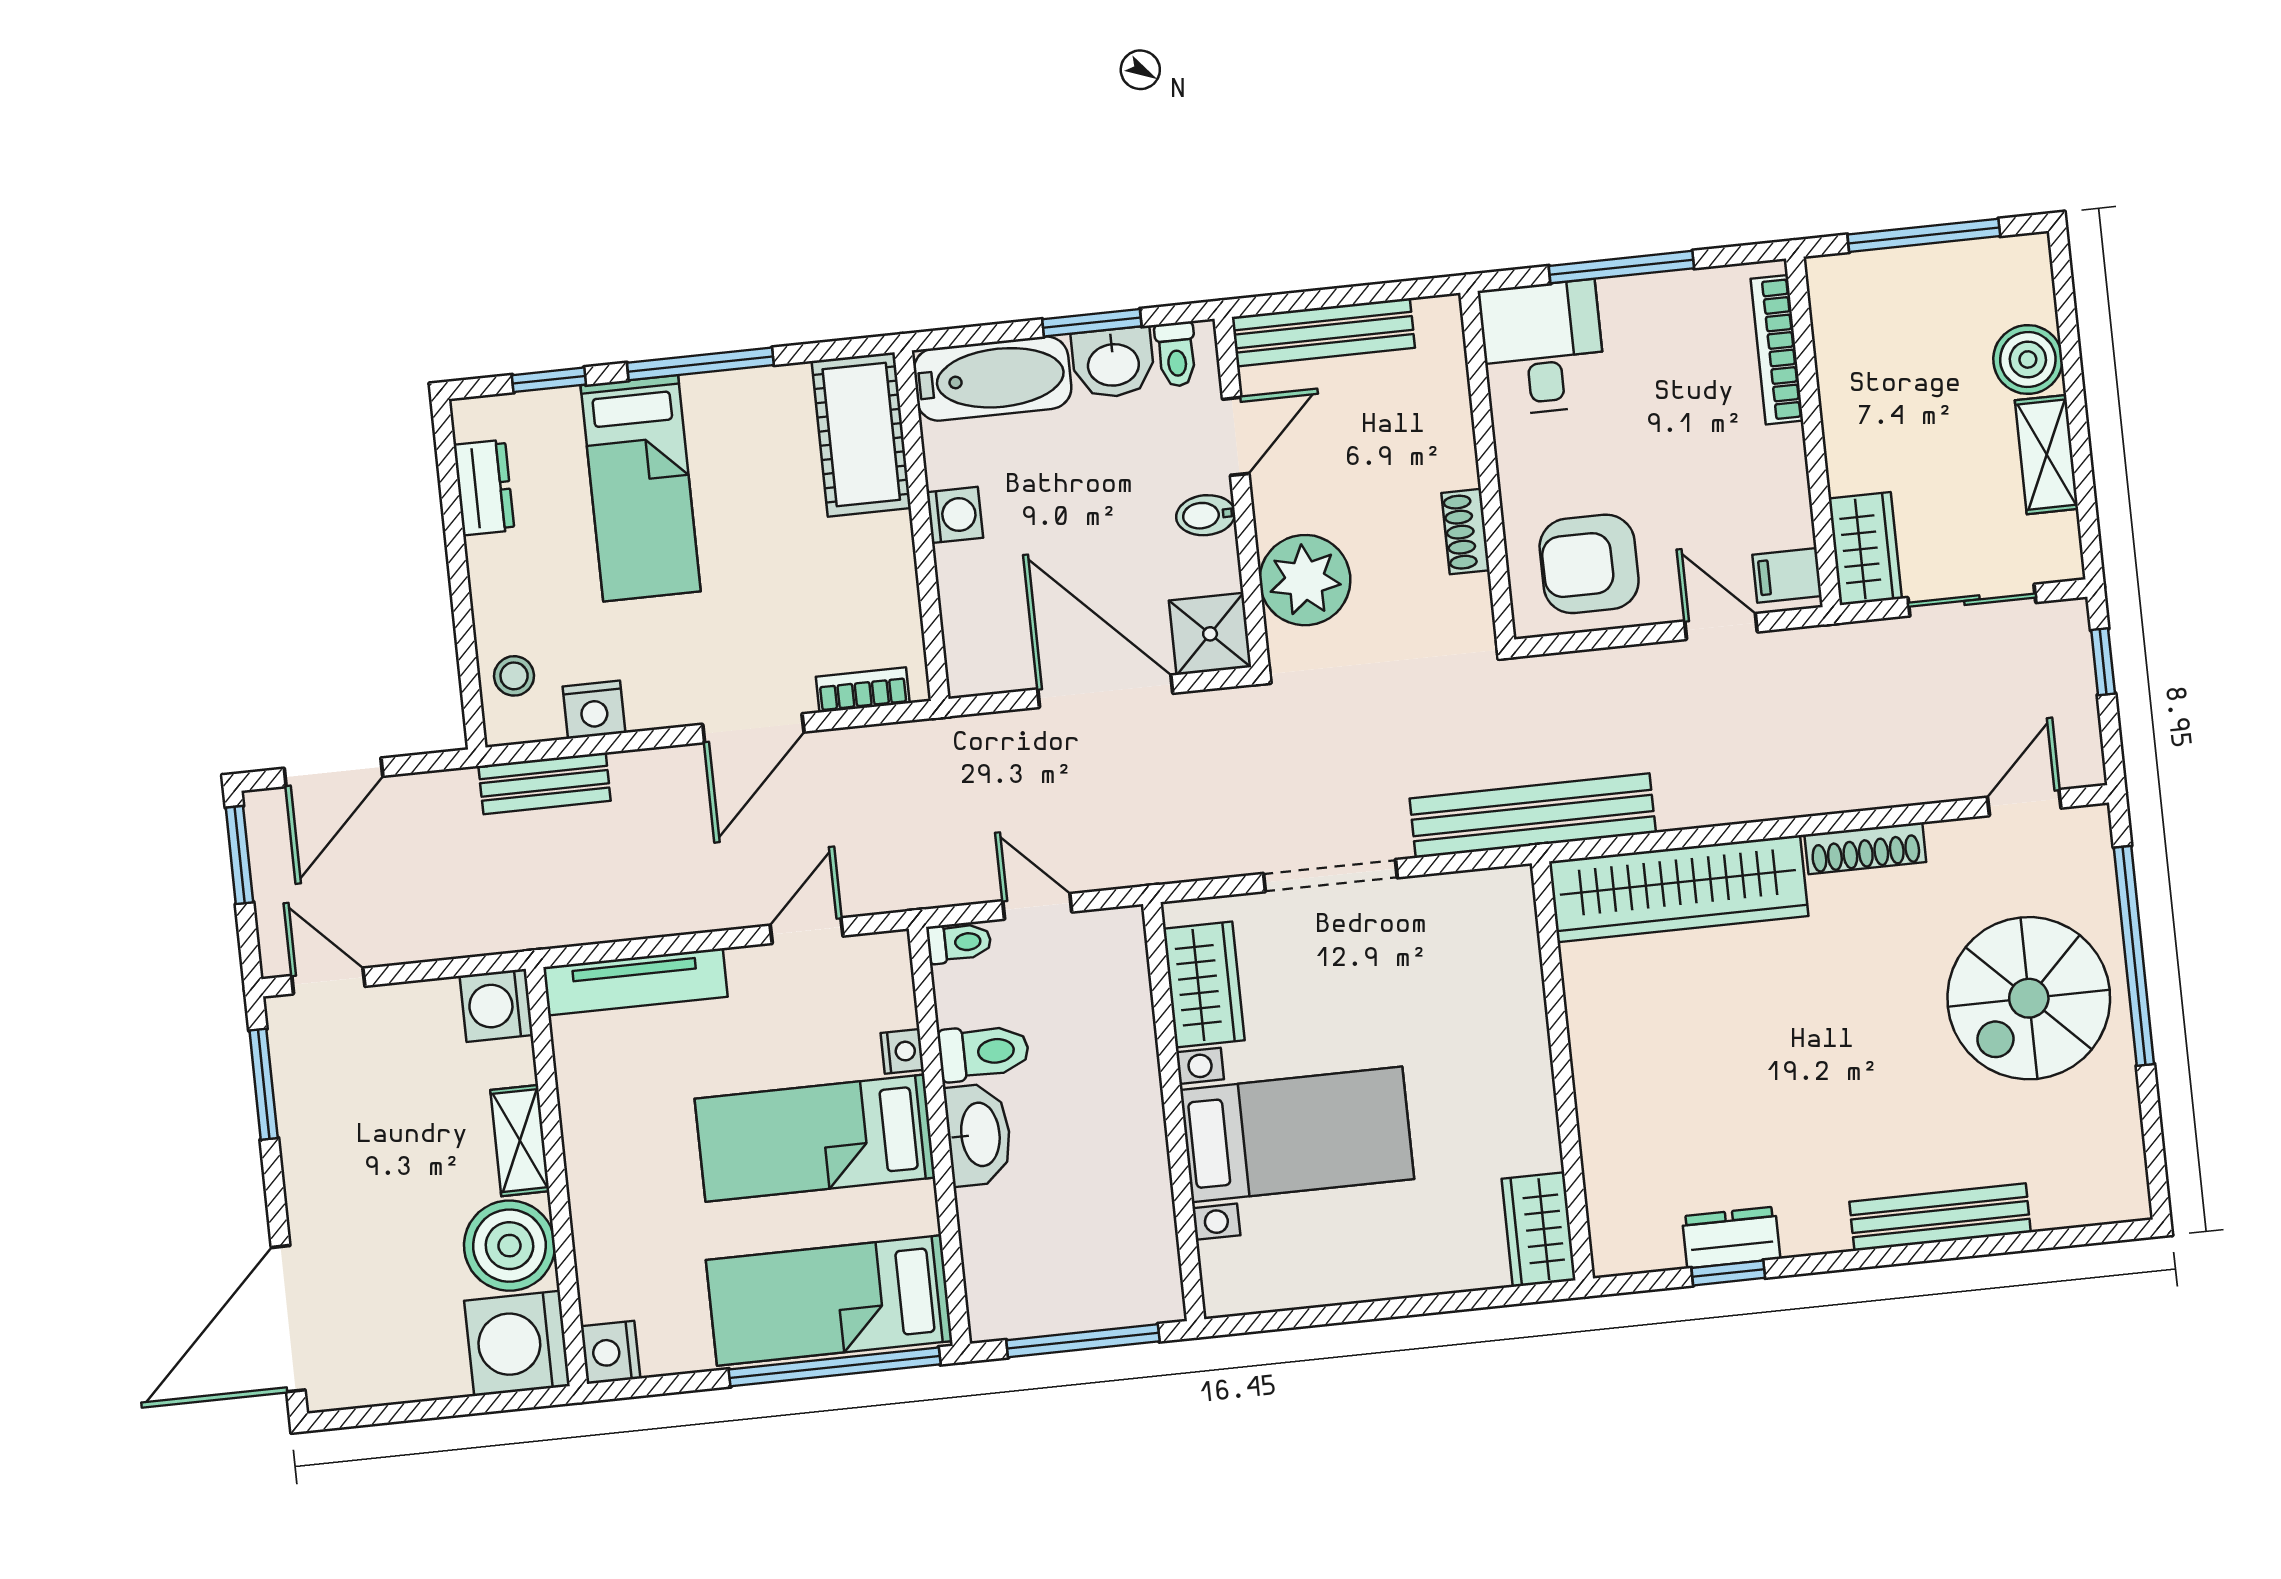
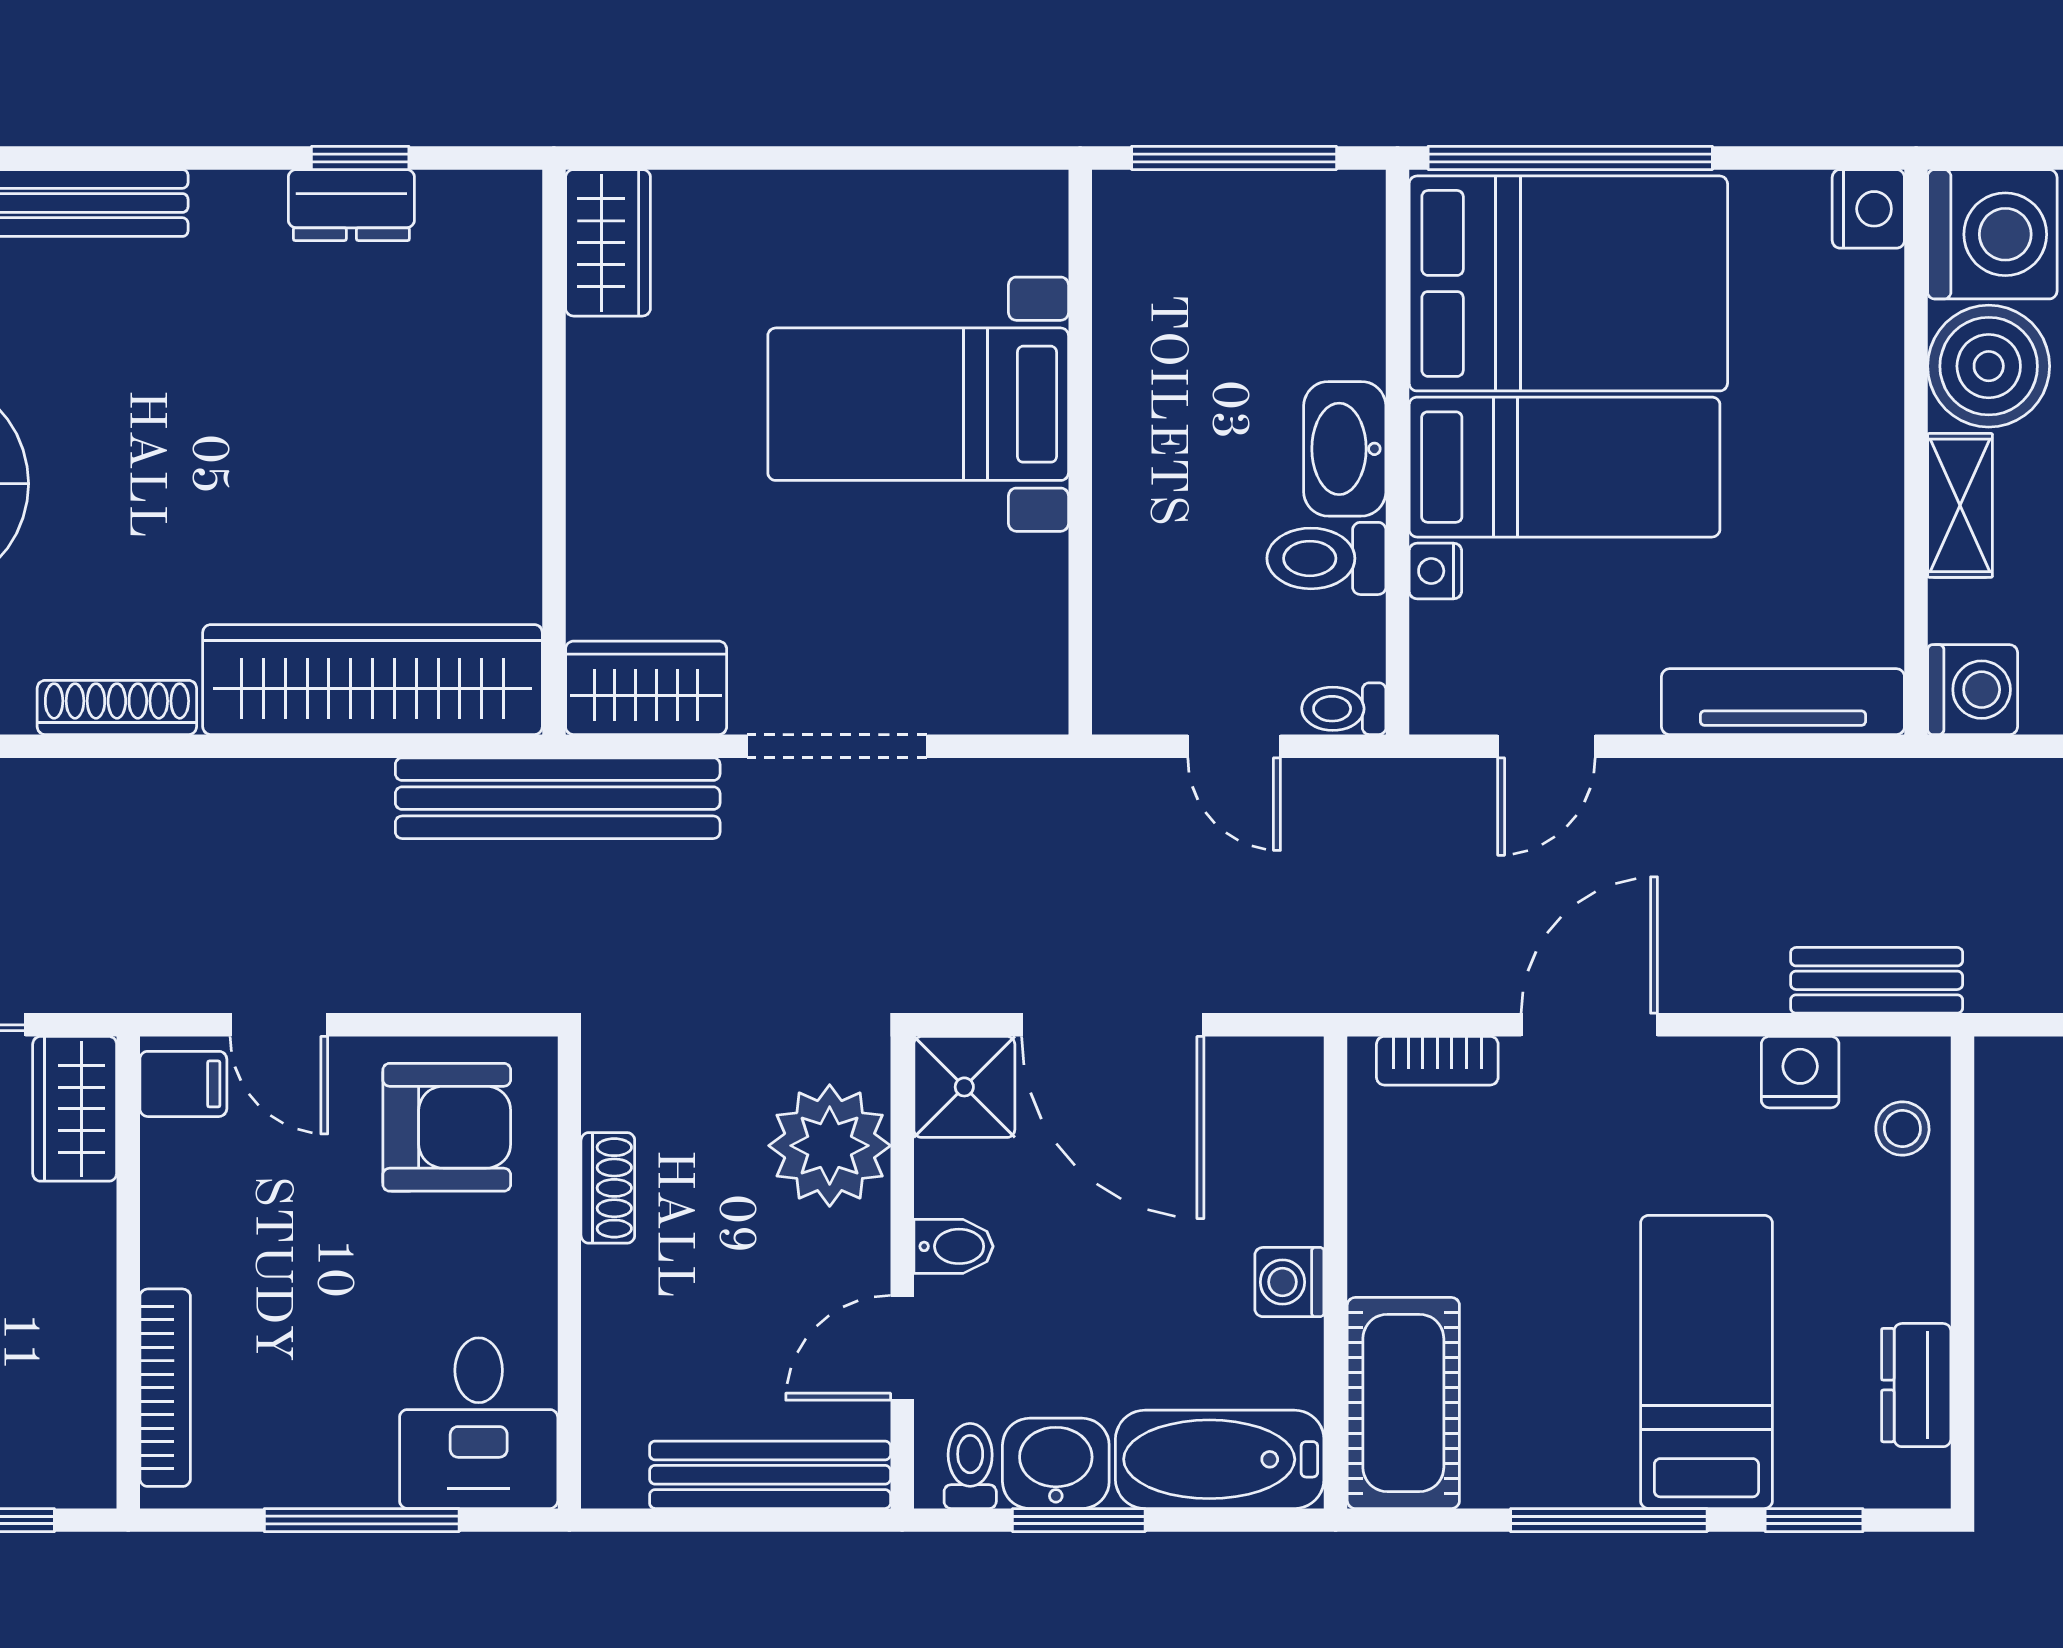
wardrobe: (1204, 985) -> (646, 688), moved, turned 90
bed: (829, 1301) -> (1568, 283), width x1.50

